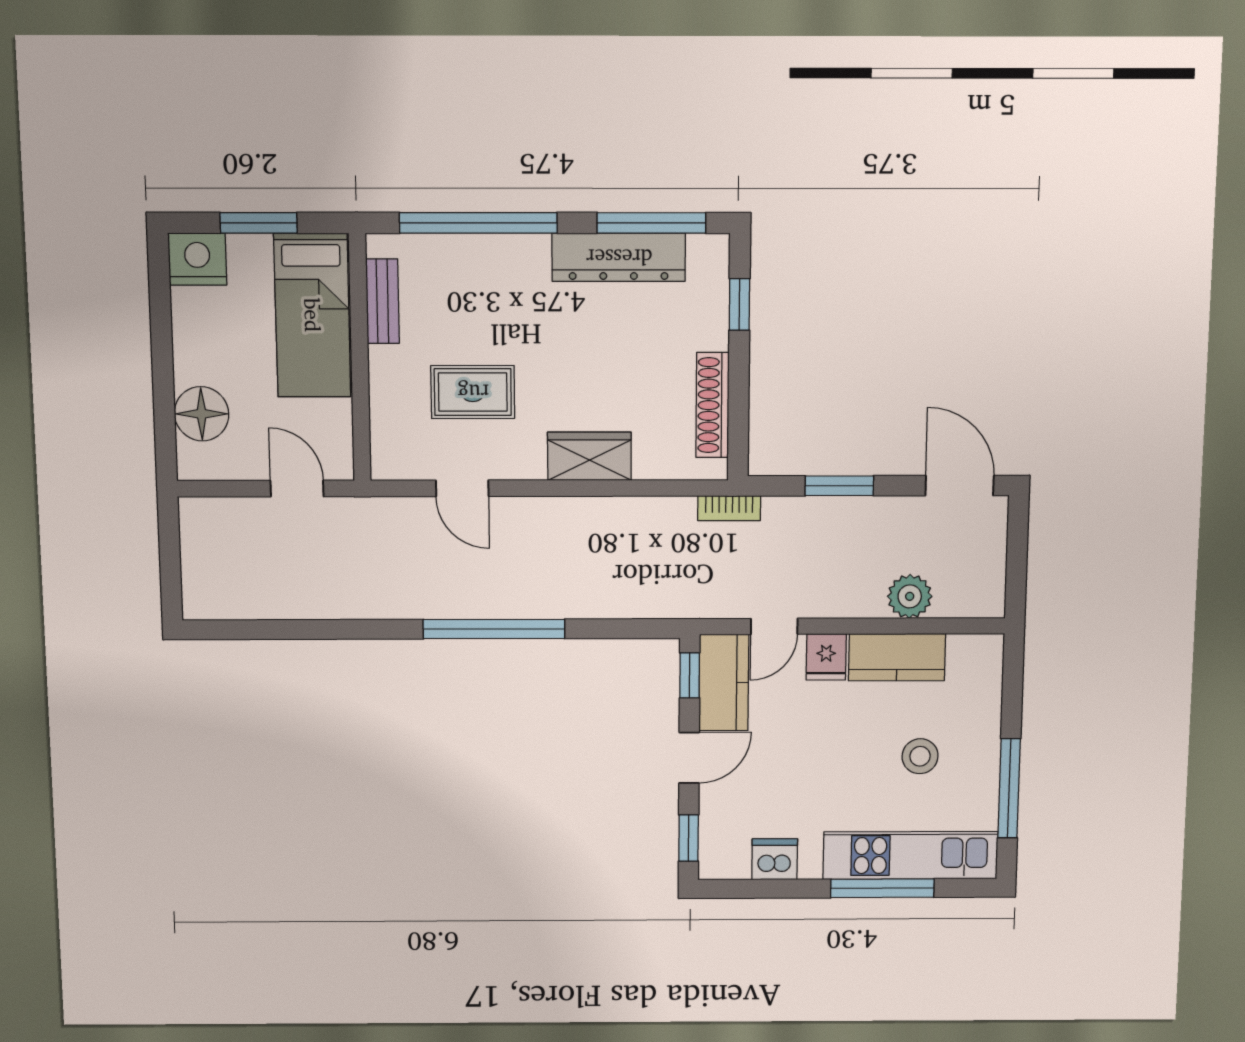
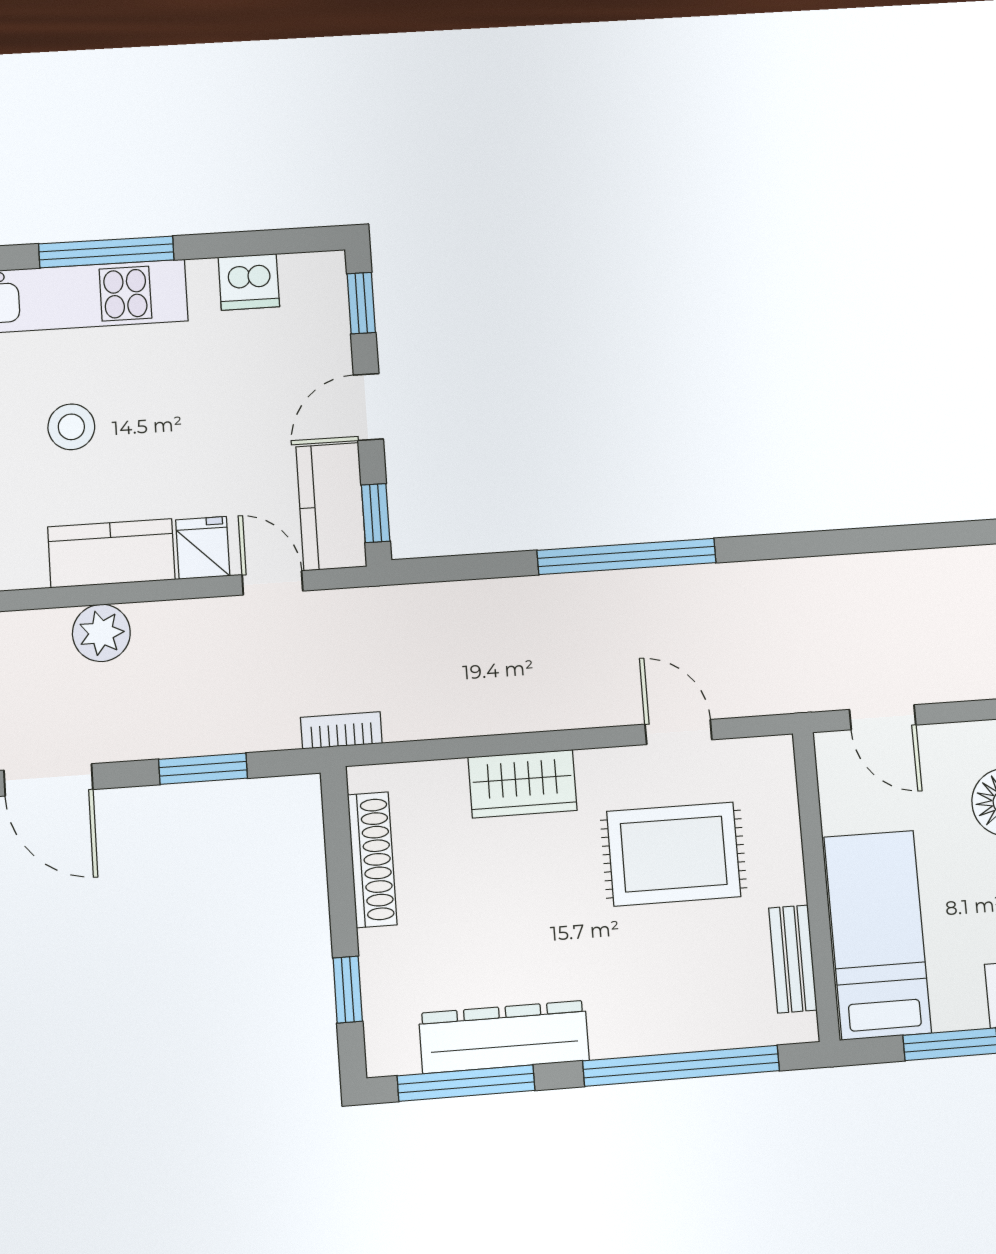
rug: (473, 392) -> (674, 854), width x1.36, depth x1.43
door: (774, 626) -> (272, 583), hinge flipped

